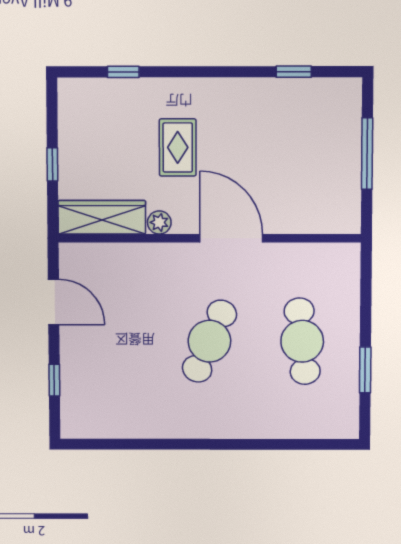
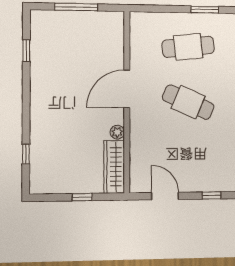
rug: (178, 147) -> (72, 121), removed
door: (54, 302) -> (165, 196), hinge flipped

